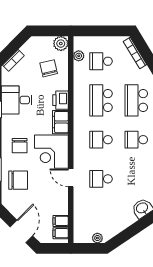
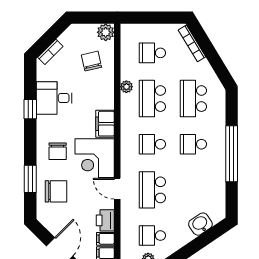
plant: (79, 56) -> (126, 87), moved
printer: (61, 100) -> (105, 220), moved
school desk: (101, 179) -> (152, 190), width x1.85
school desk: (101, 218) -> (152, 236), added

